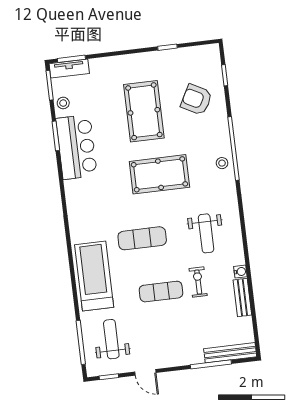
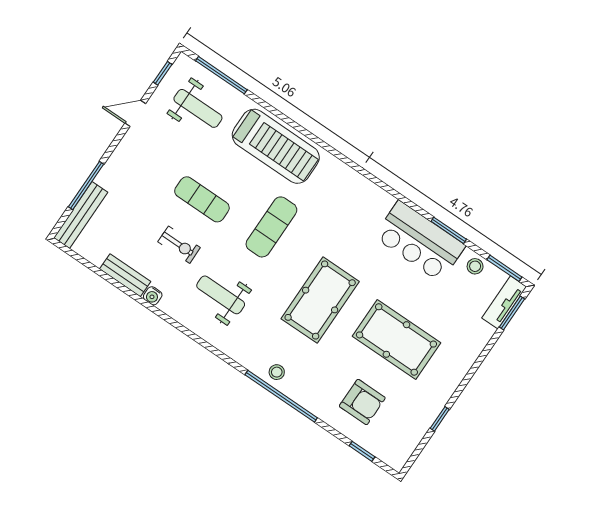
armchair: (196, 100) -> (362, 402), turned 62
exercise mat: (161, 292) -> (202, 199), turned 90

